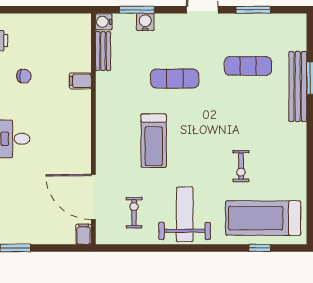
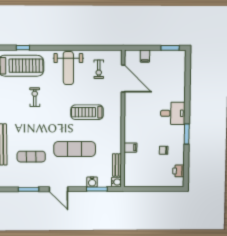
exercise mat: (175, 79) -> (75, 149), width x1.36, depth x1.45
treadmill: (154, 141) -> (87, 112), turned -90
filing cabinet: (84, 234) -> (145, 56), moved

